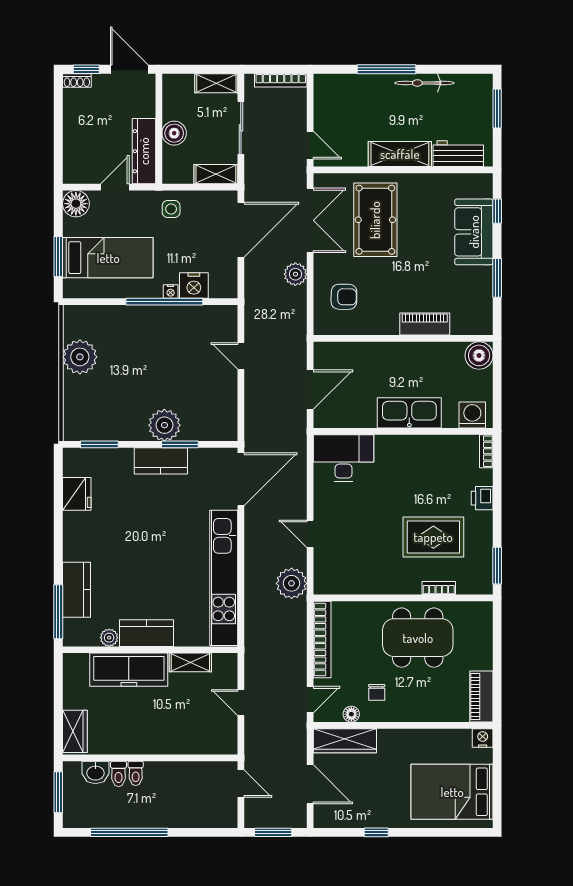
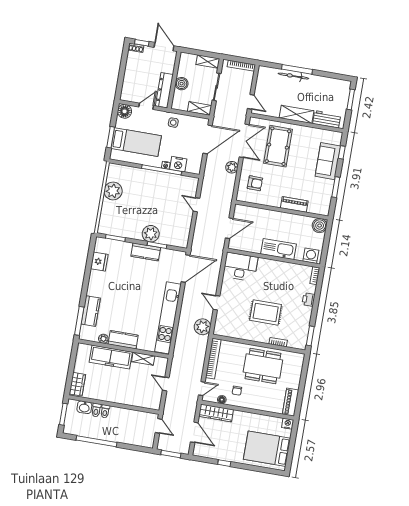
bicycle: (424, 83) -> (293, 76), moved
rug: (433, 537) -> (266, 312), moved

